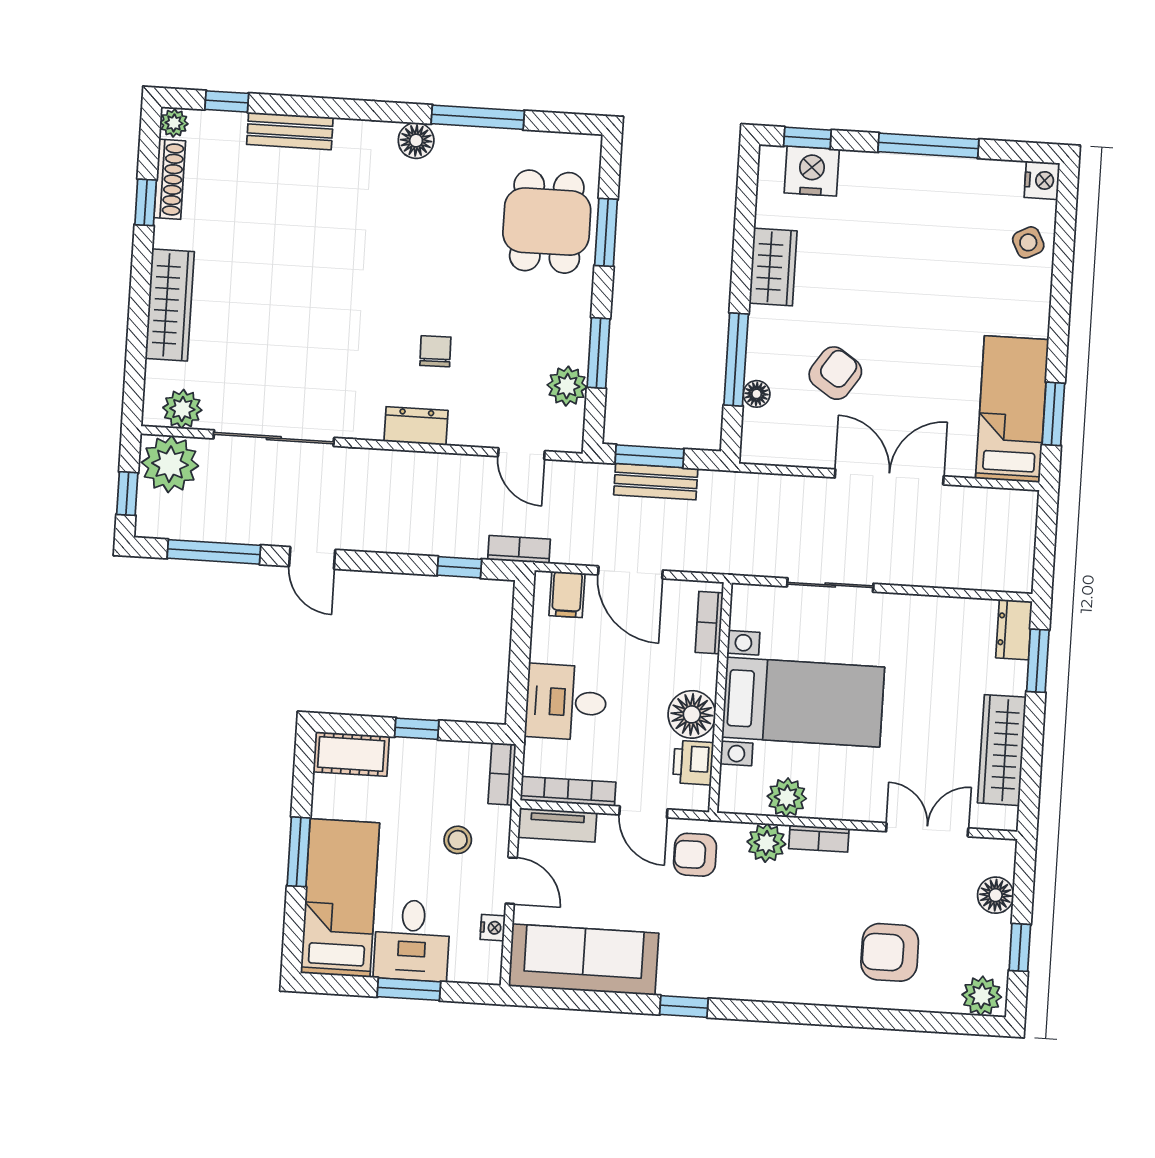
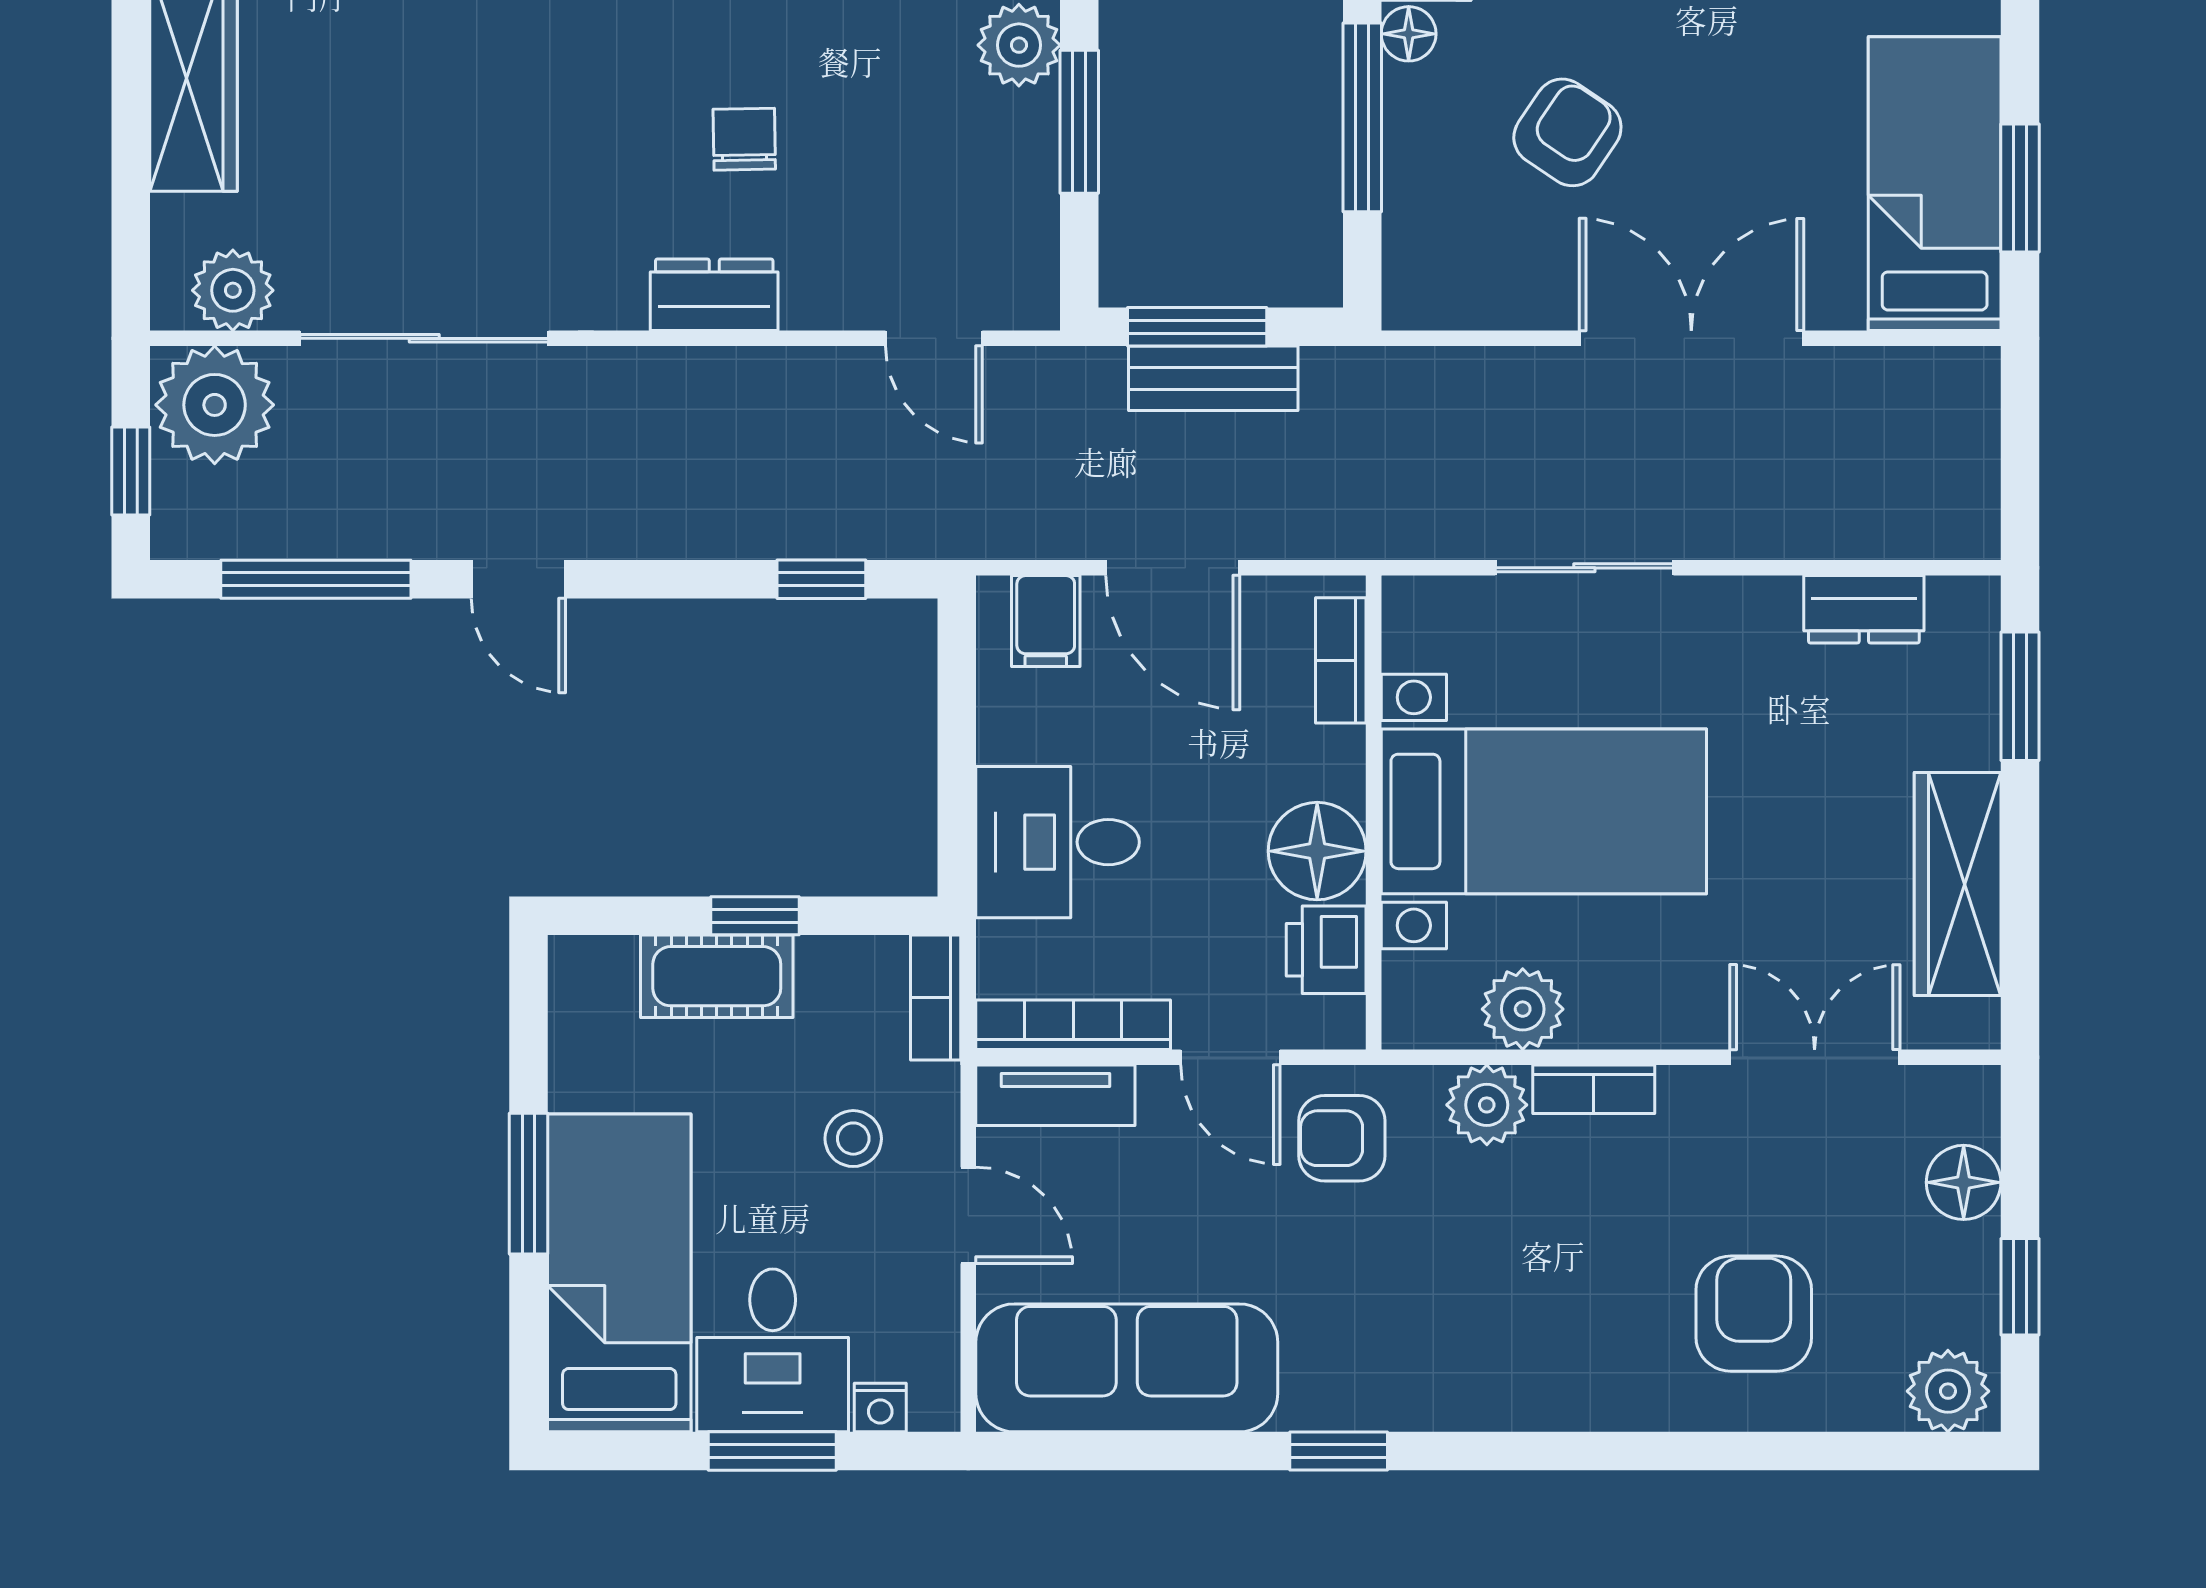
plant: (567, 386) -> (1019, 45), moved
floor lamp: (757, 394) -> (1409, 34), moved
bookcase: (519, 549) -> (942, 535), removed
dresser: (1014, 630) -> (1864, 609), moved, turned -90
cot: (351, 754) -> (717, 976), moved
nightstand: (493, 928) -> (880, 1408), moved, turned 90
armchair: (890, 952) -> (1754, 1314), turned 90

